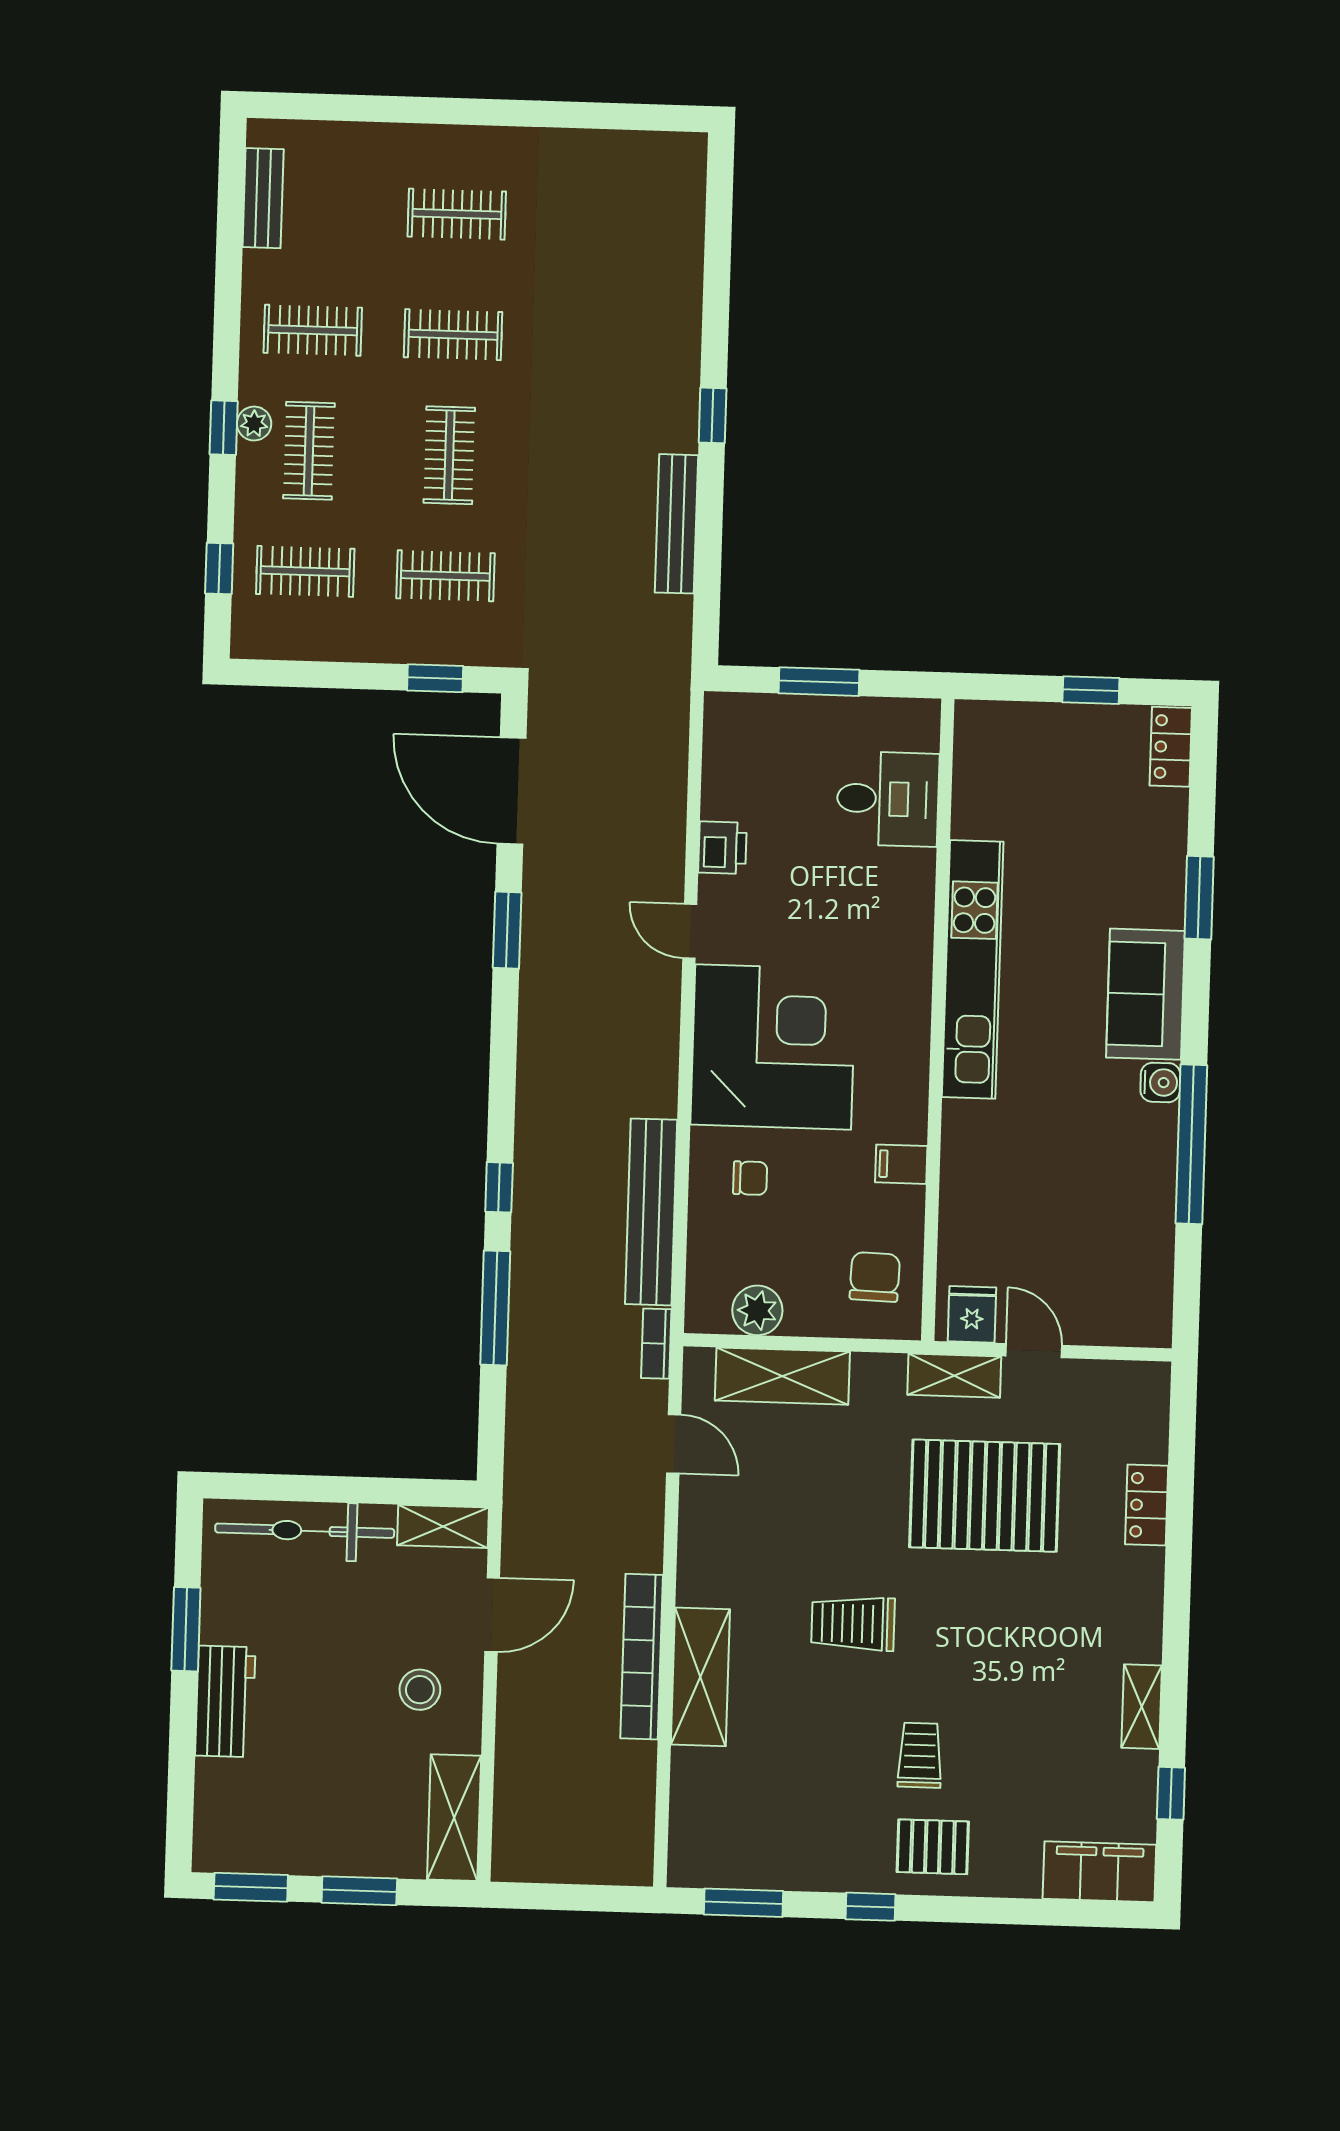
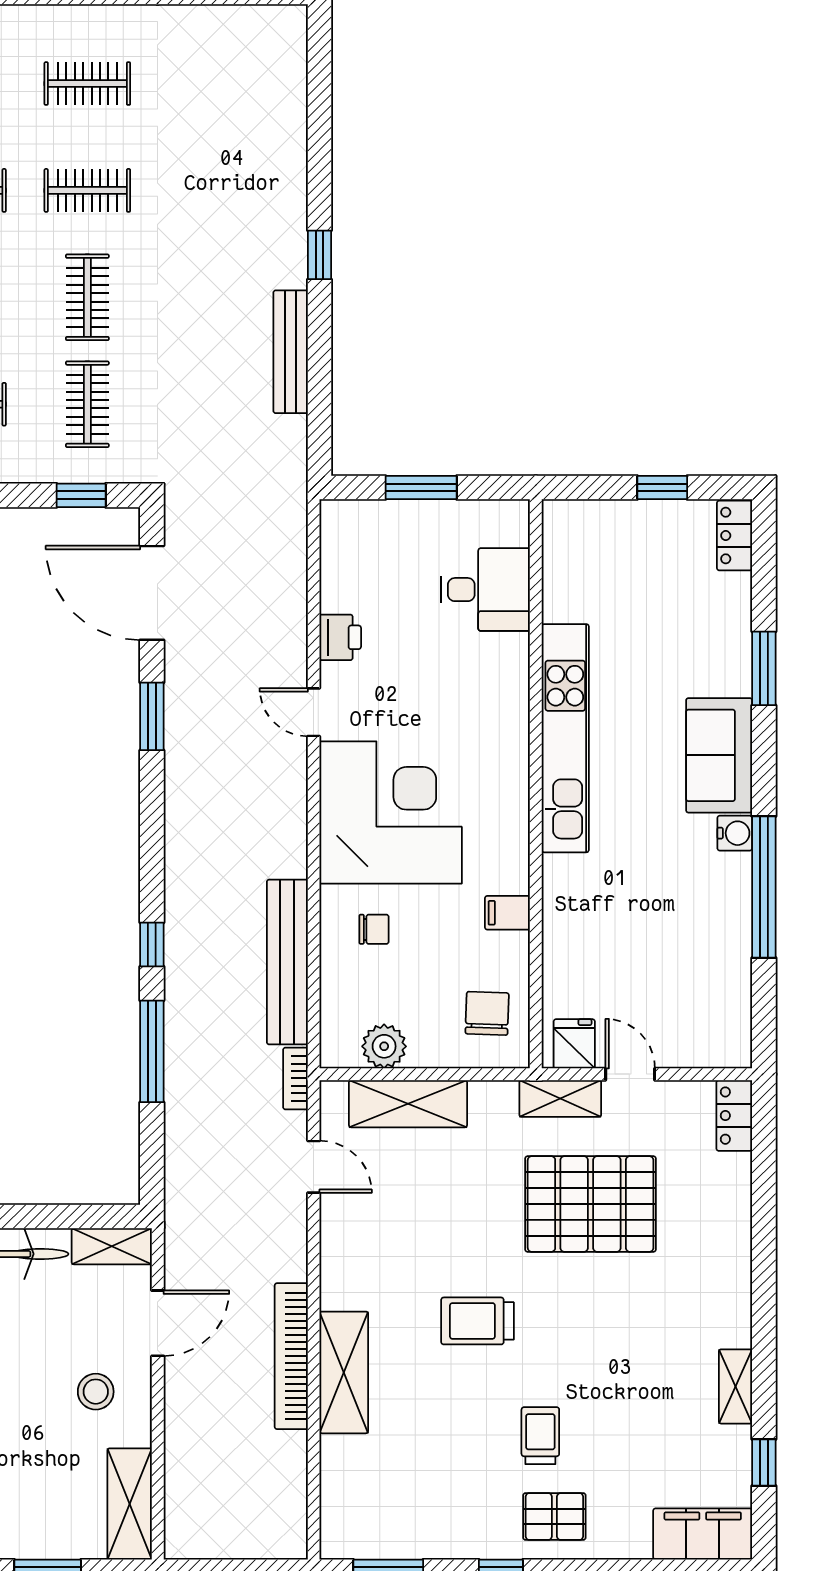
clothes rail: (445, 576) -> (87, 404), turned 90
locker: (1147, 1505) -> (734, 1116), moved

